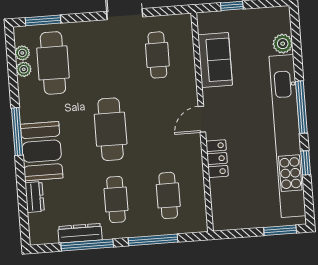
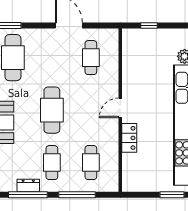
sofa: (215, 60) -> (133, 65), removed
dresser: (80, 233) -> (28, 186), width x0.70

